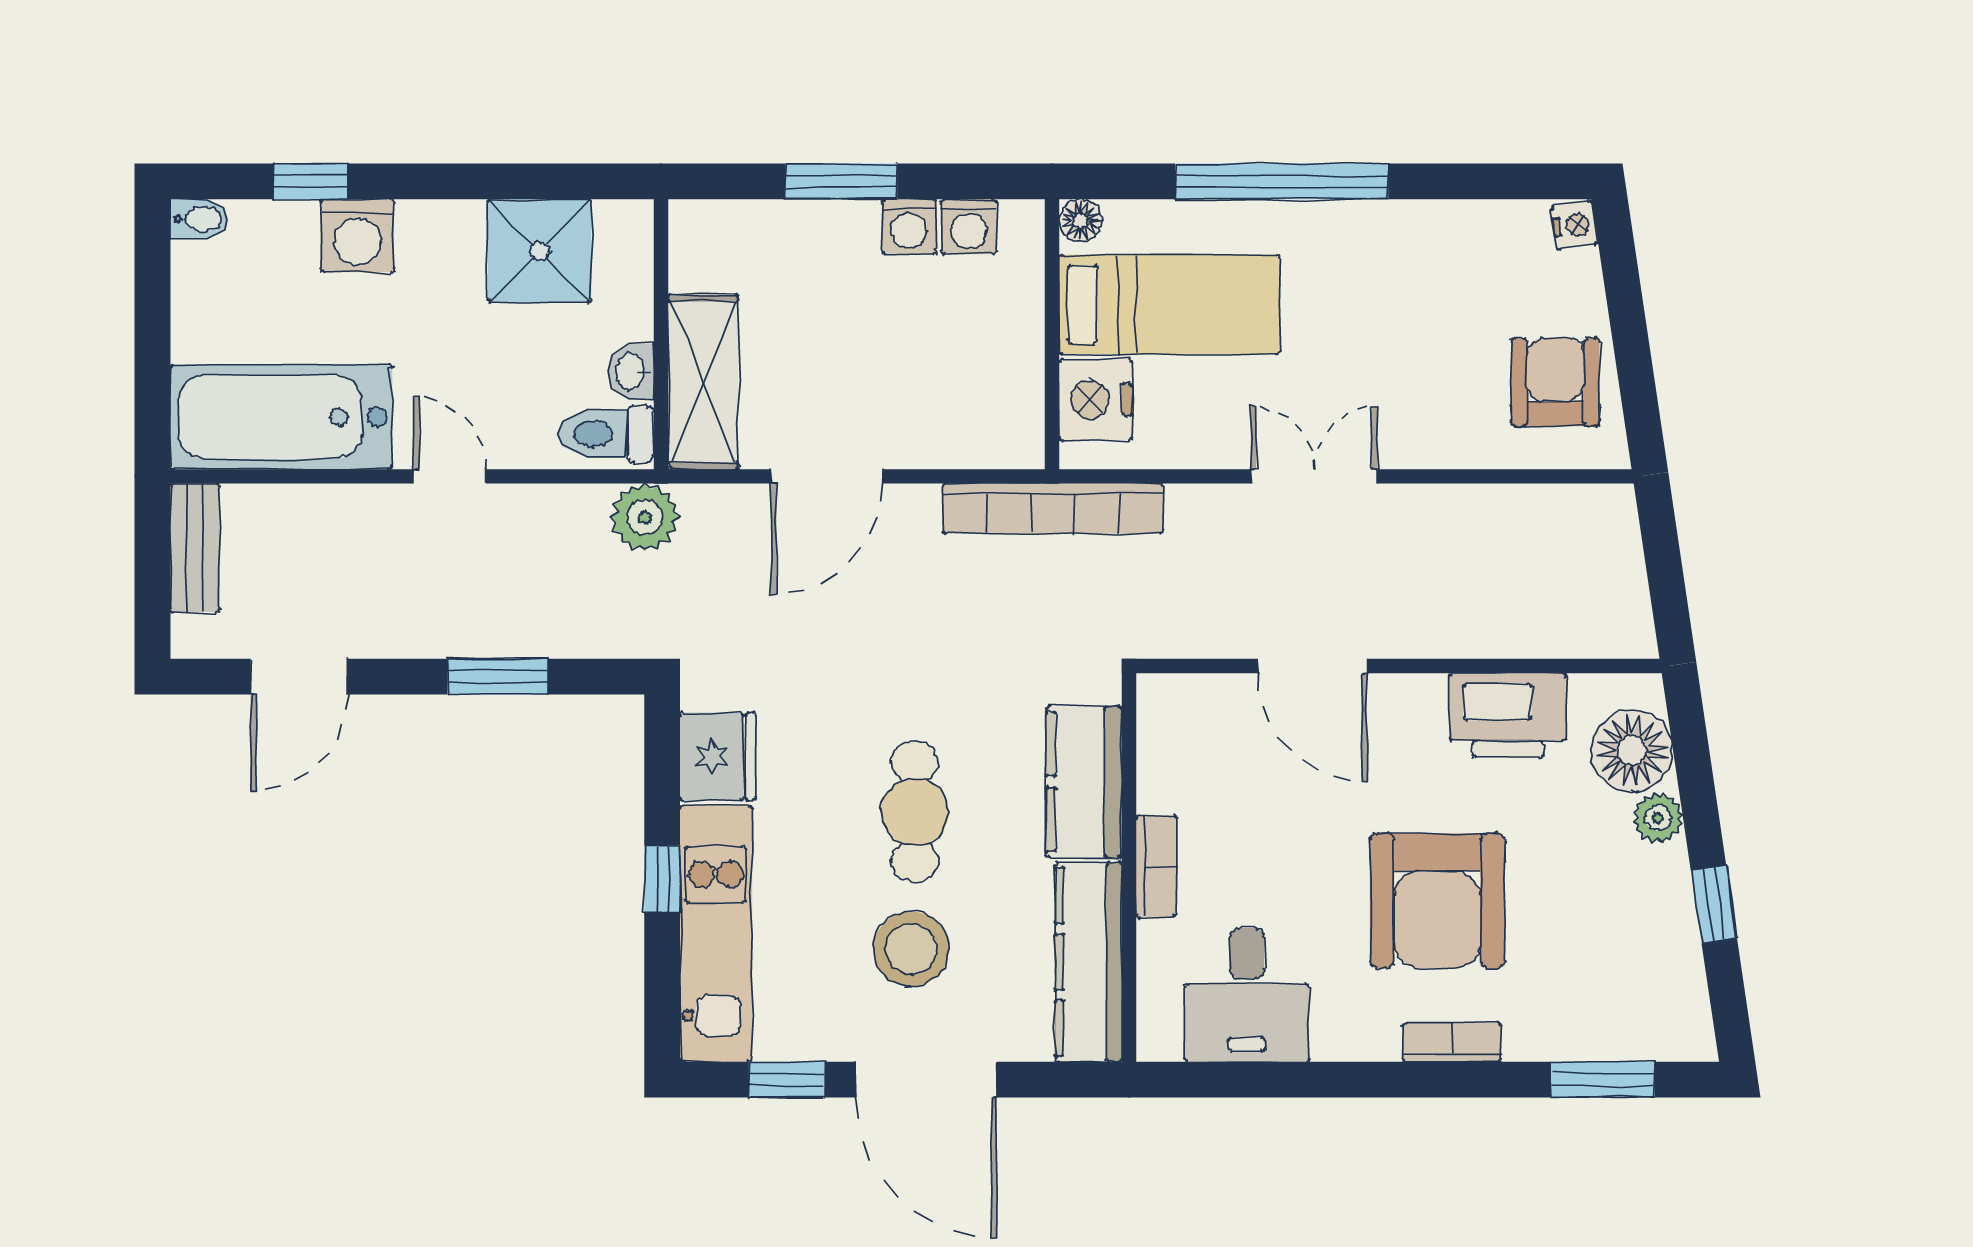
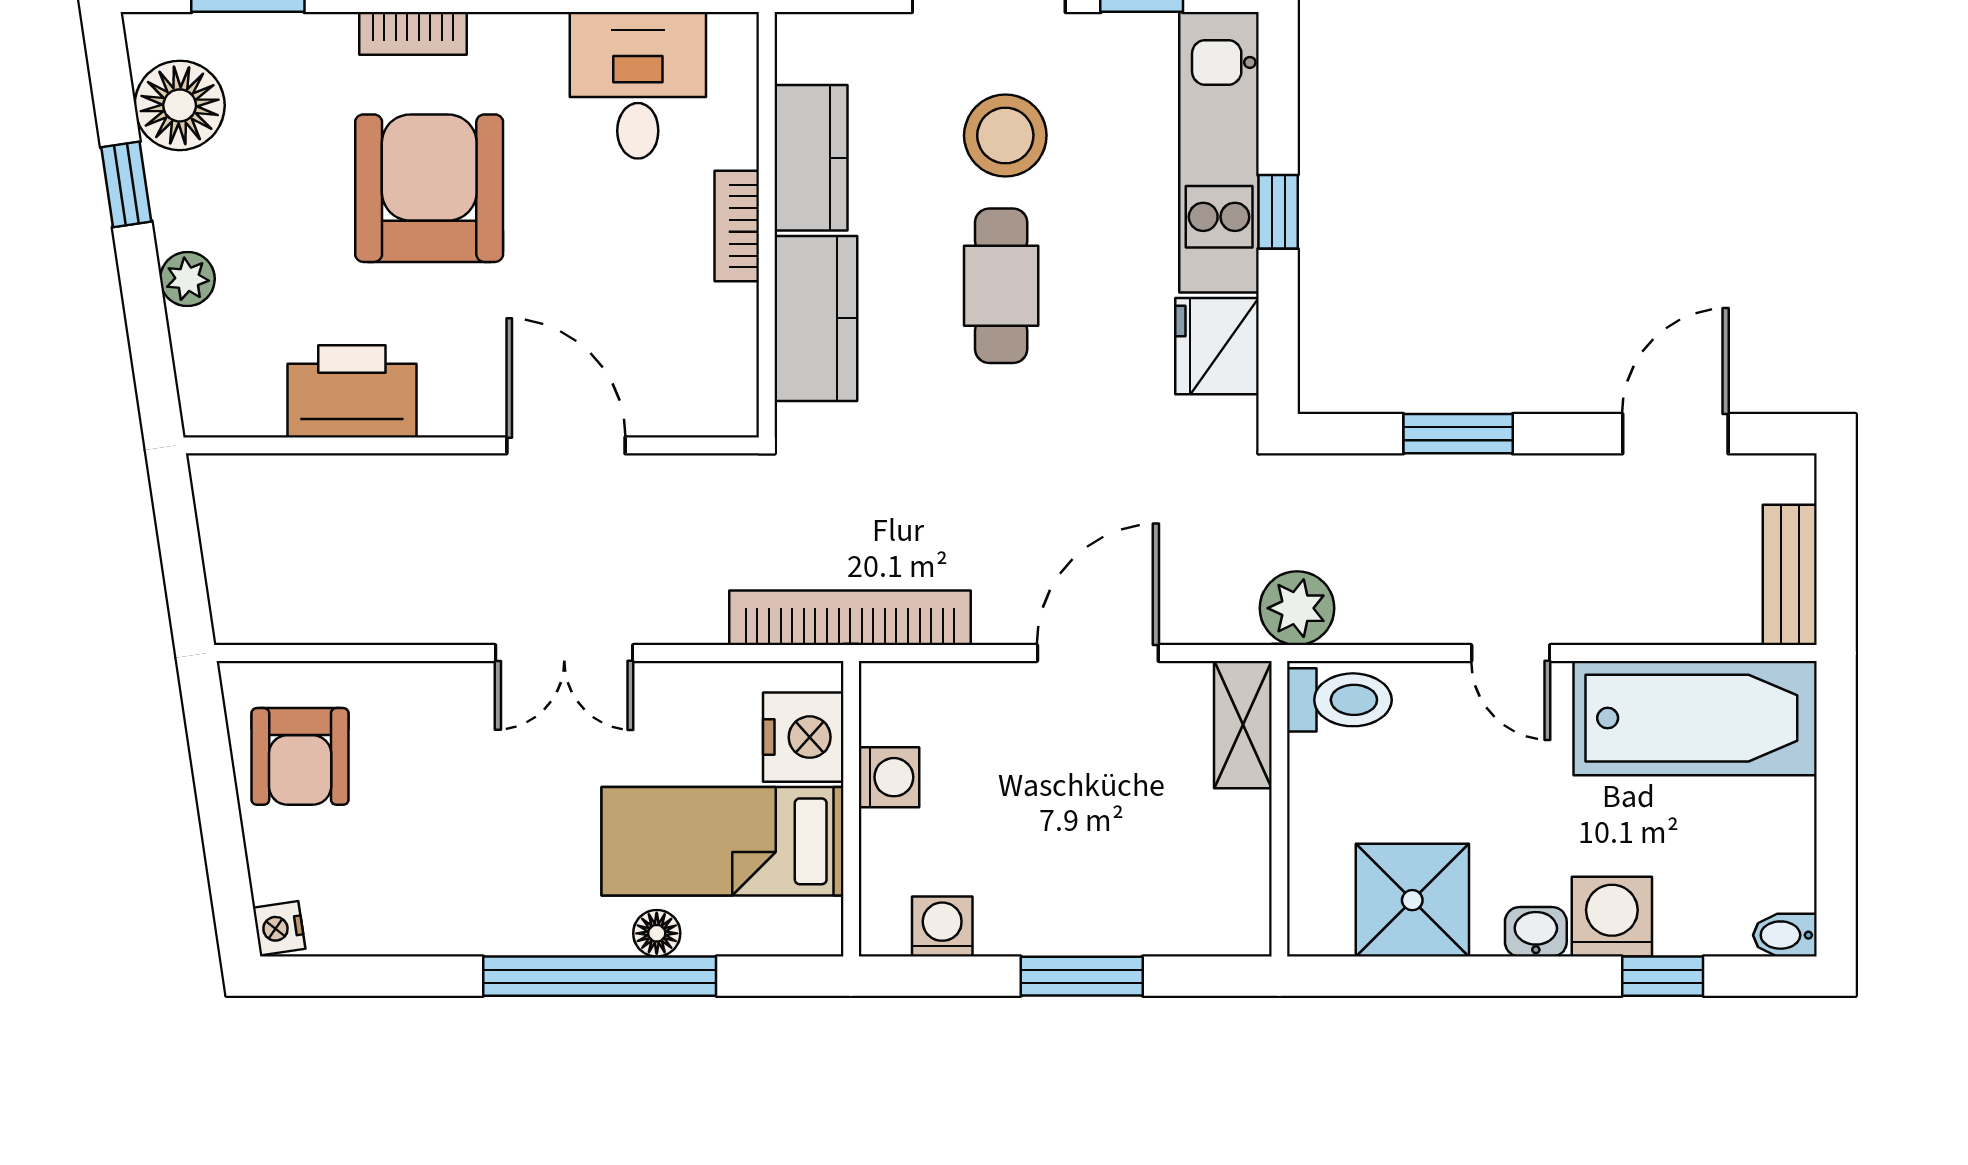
floor lamp: (1080, 220) -> (657, 933), moved
washing machine: (909, 227) -> (889, 777), moved, turned 90
washbasin: (631, 372) -> (1536, 932), moved, turned -90
shelving: (703, 382) -> (1243, 725), width x0.67, depth x0.75
floor lamp: (1632, 750) -> (180, 105), moved
kitchen counter: (1089, 962) -> (811, 158), width x0.67

